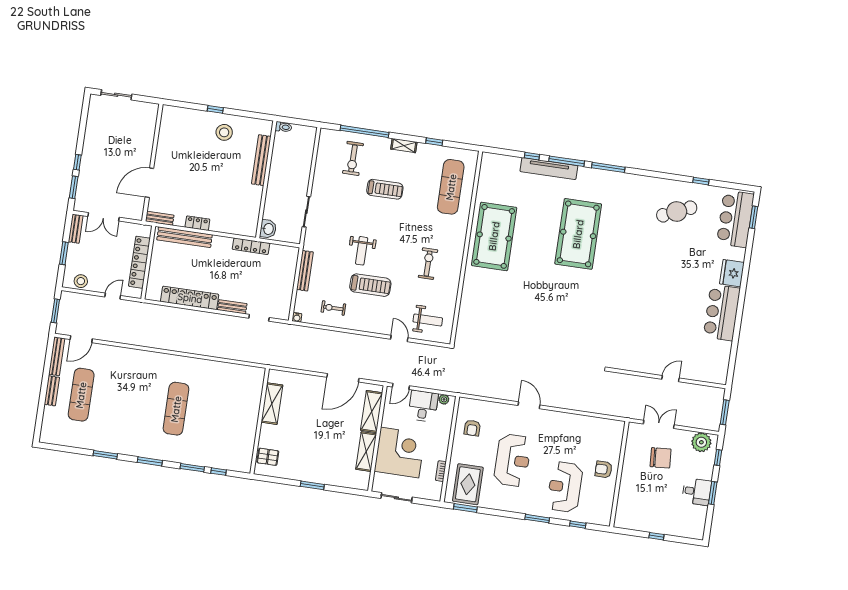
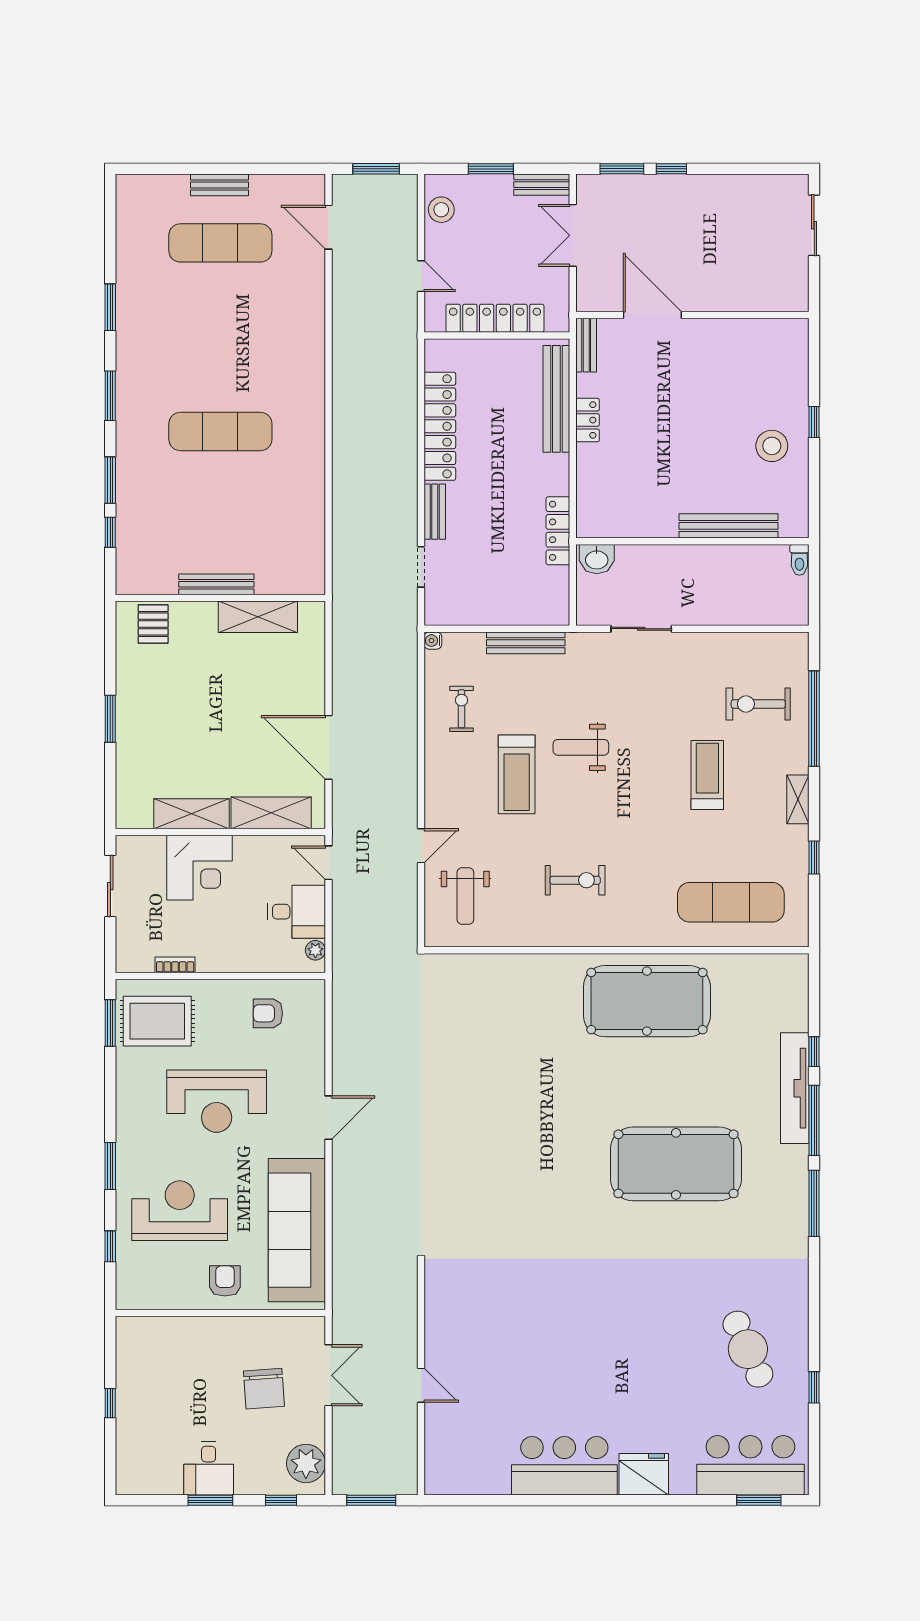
treadmill: (385, 189) -> (707, 775), turned 180
bench: (57, 356) -> (216, 584), moved
sofa: (583, 430) -> (297, 1230), added
corner desk: (400, 452) -> (199, 868), width x0.74, depth x0.74

